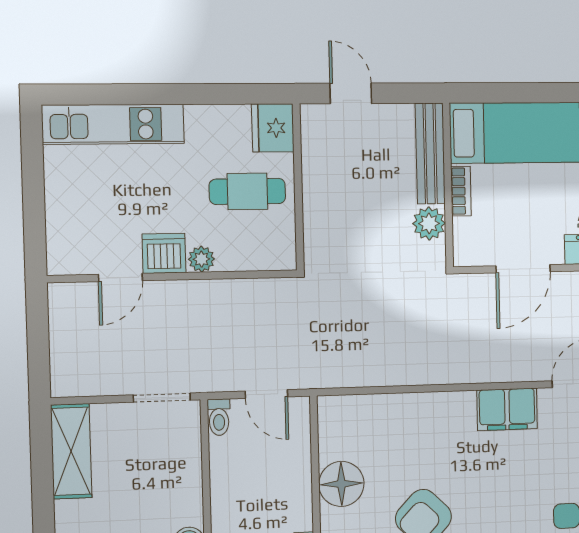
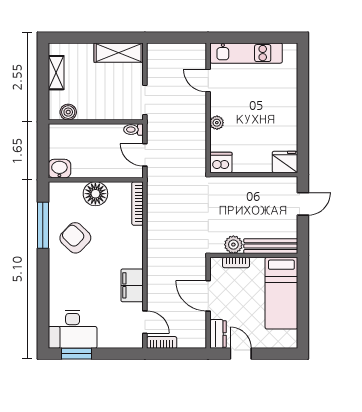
kitchen unit: (113, 124) -> (246, 53), moved, turned -90
cafe table: (247, 191) -> (252, 148), removed
bookcase: (461, 191) -> (236, 262), moved
dishwasher: (164, 253) -> (221, 162), moved, turned -90
door: (266, 394) -> (145, 155), hinge flipped
bookcase: (358, 405) -> (137, 203), added

